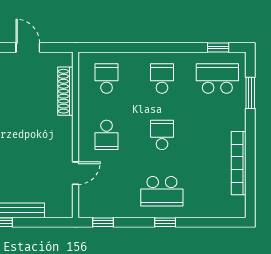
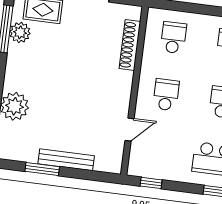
school desk: (107, 135) -> (166, 95), turned 180

